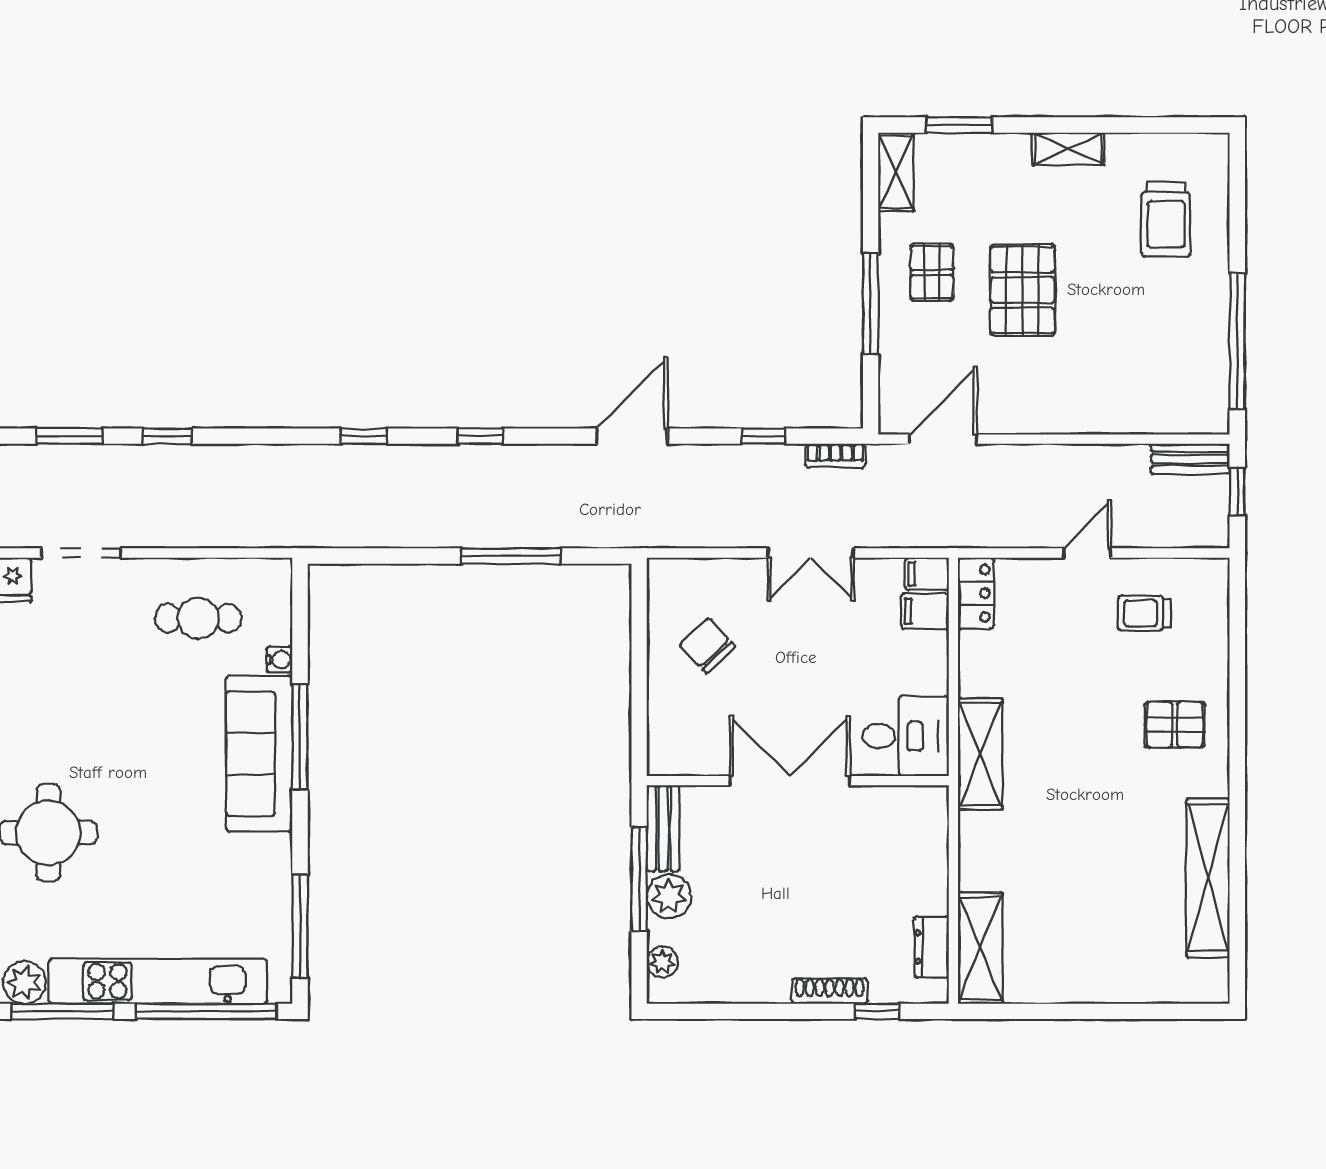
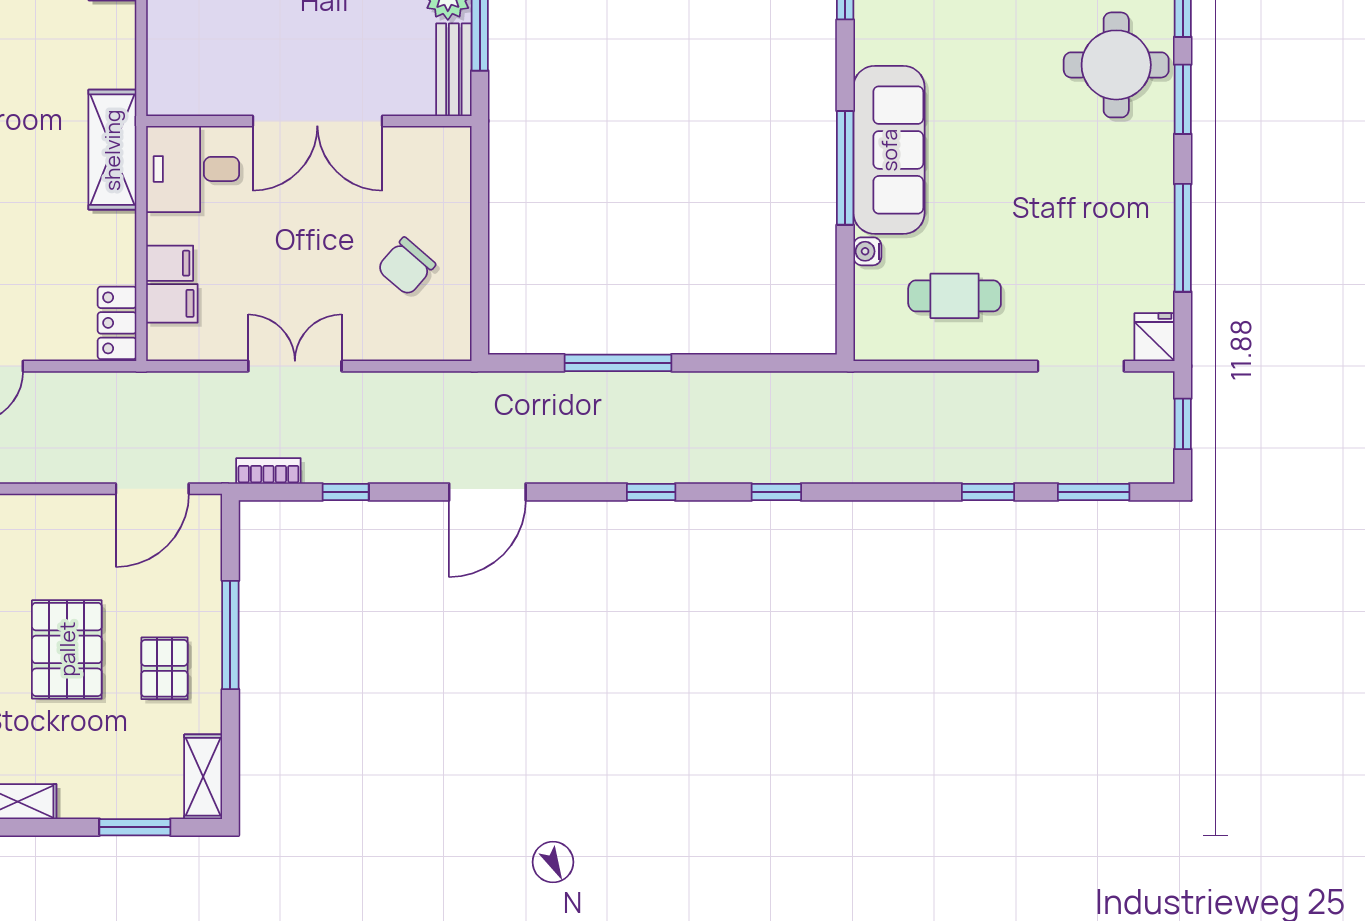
filing cabinet: (927, 574) -> (170, 263), moved
chair: (707, 646) -> (406, 266), turned 84

